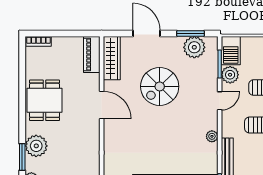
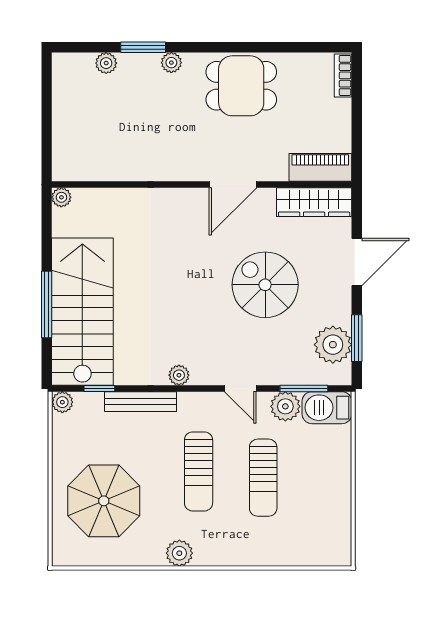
plant: (36, 146) -> (171, 63), width x0.53, depth x0.53

